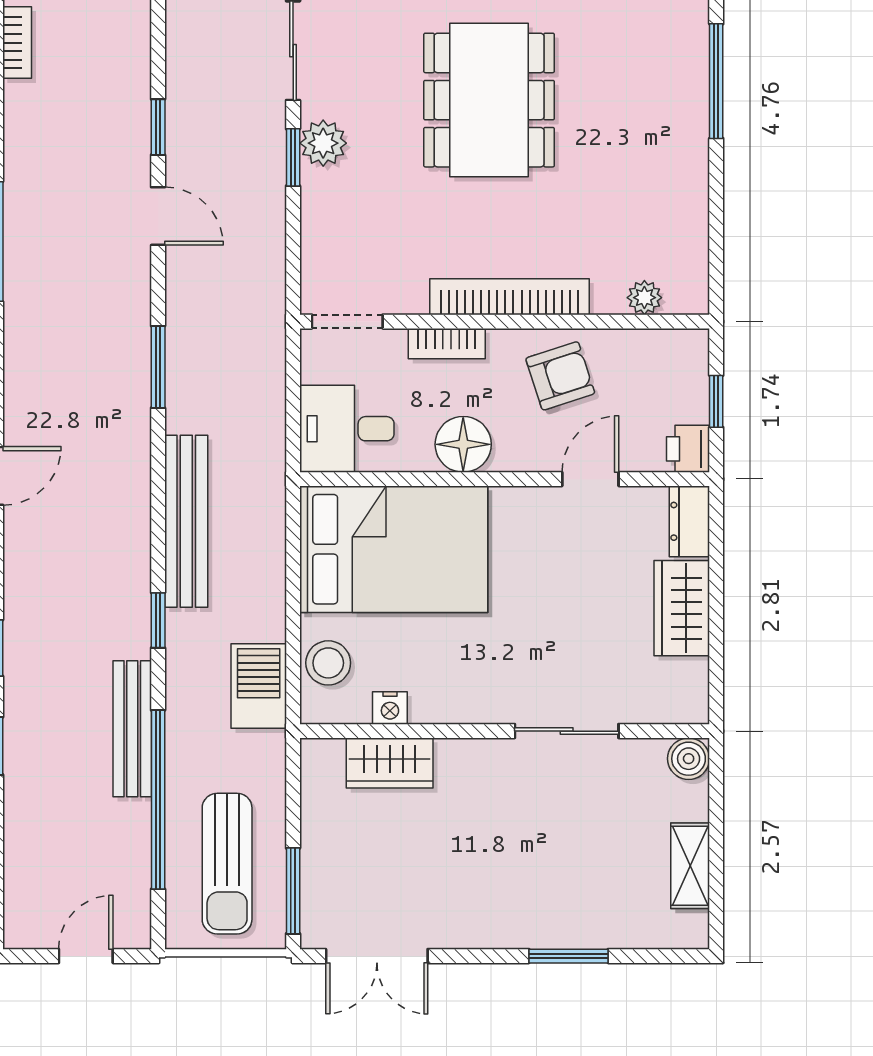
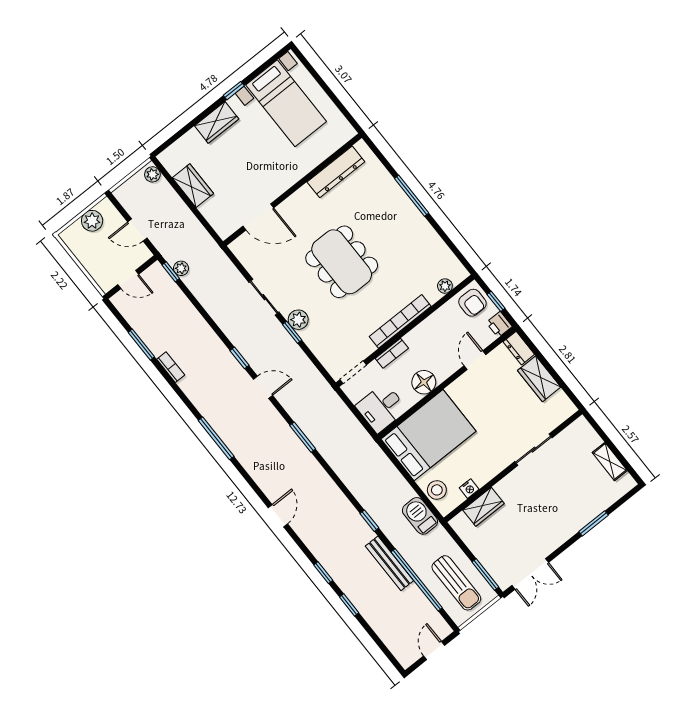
armchair: (560, 376) -> (472, 303), moved, turned 108
bench: (186, 521) -> (353, 481), removed
boiler: (689, 759) -> (581, 427), removed

